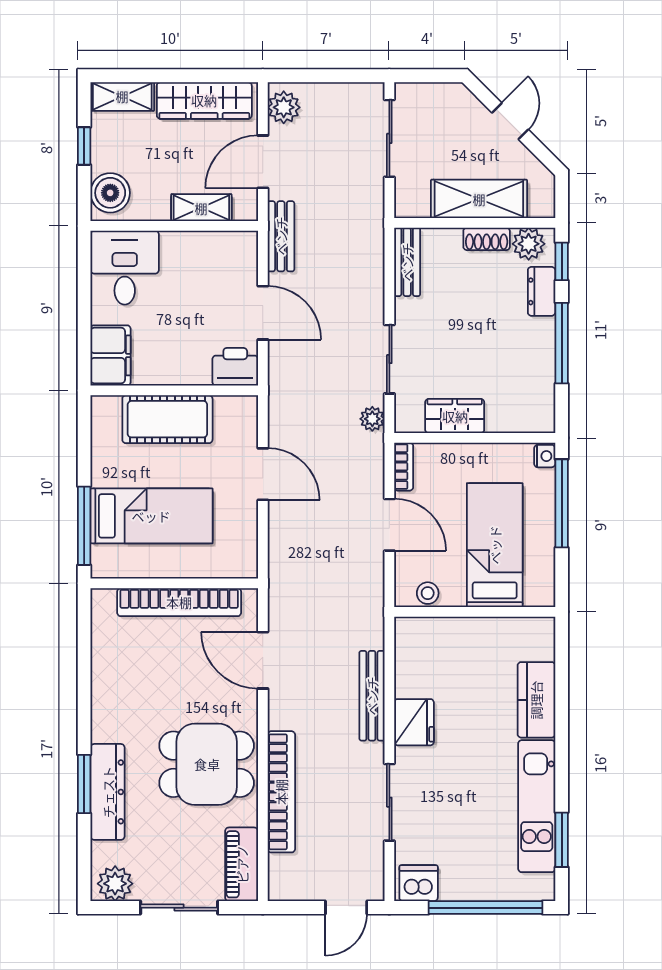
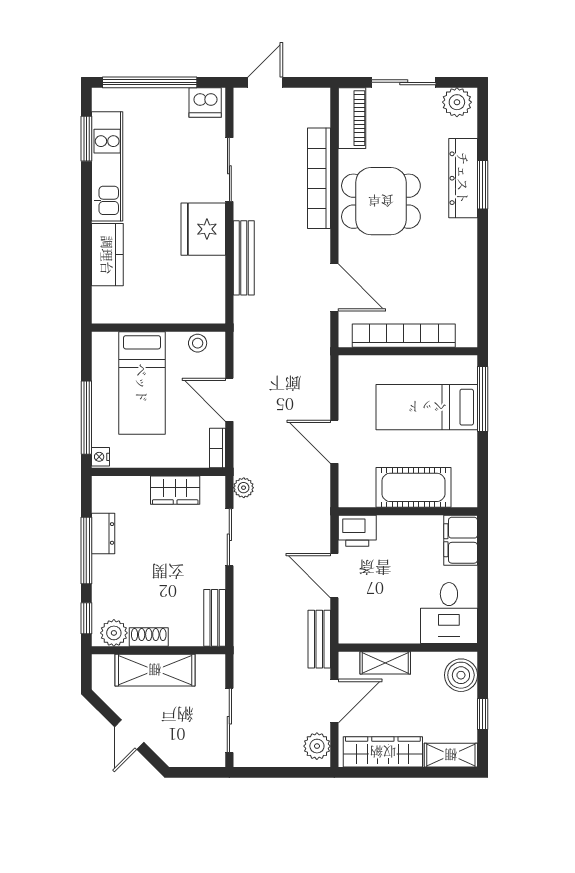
dresser: (542, 291) -> (103, 533), moved
fridge: (414, 722) -> (203, 229), width x1.36, depth x1.34

